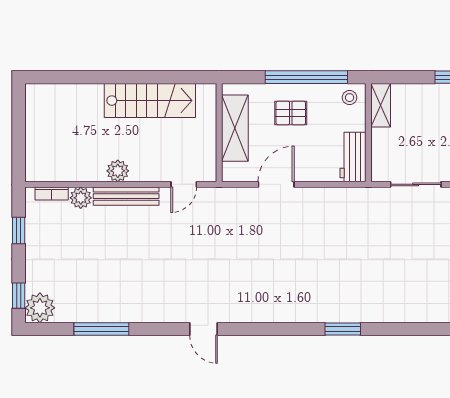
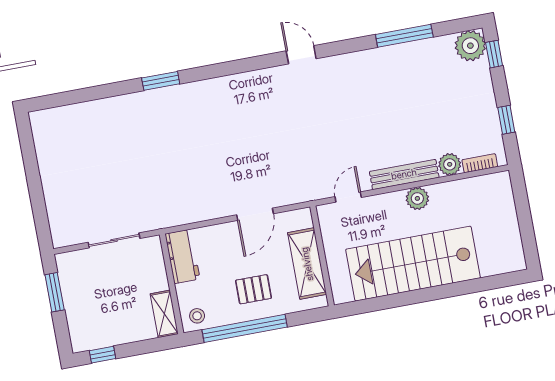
stairs: (150, 101) -> (413, 264), width x1.36, depth x1.51

